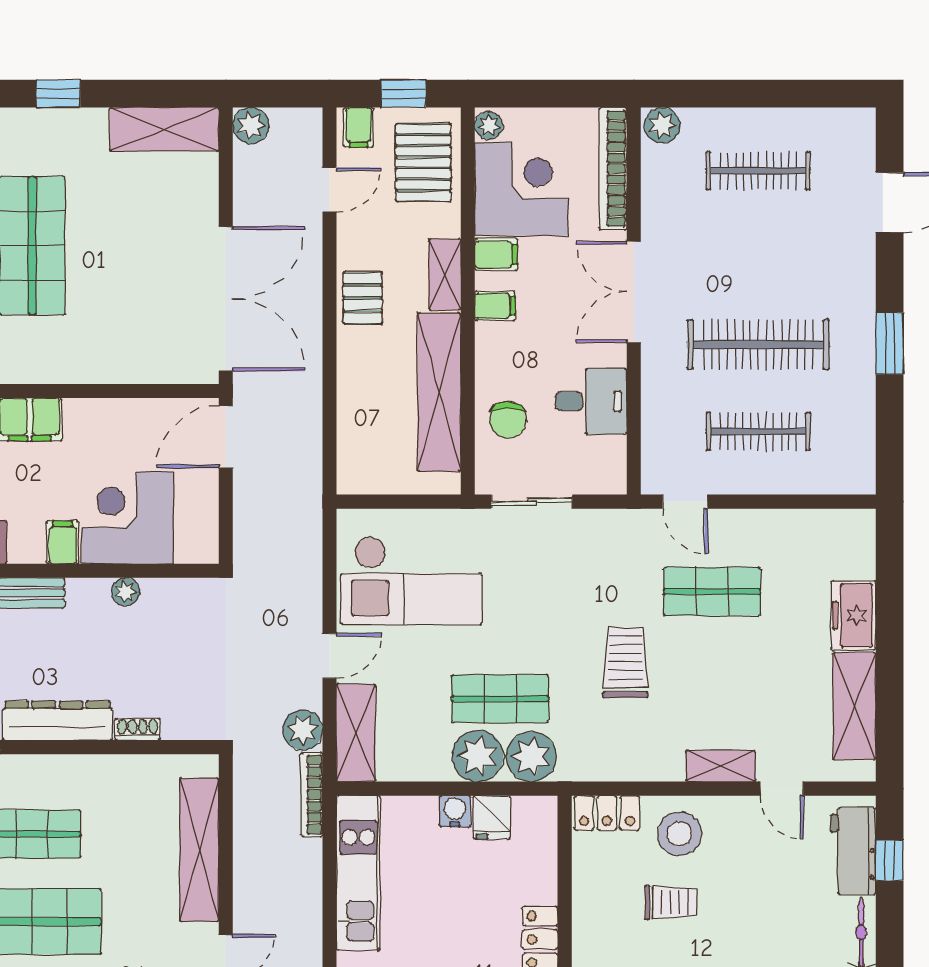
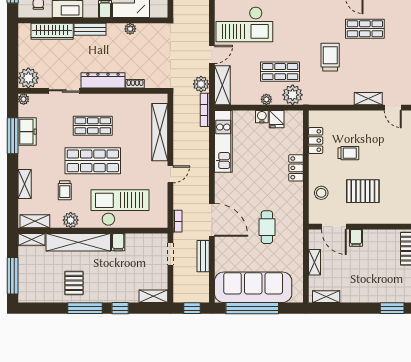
plant: (478, 756) -> (266, 99), width x0.53, depth x0.53
locker: (607, 813) -> (316, 141), moved, turned -90
stool: (679, 834) -> (352, 126), removed

